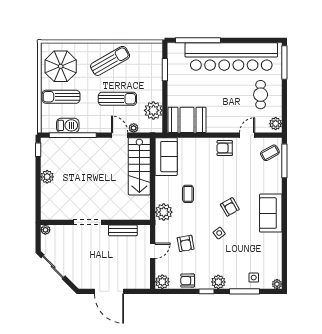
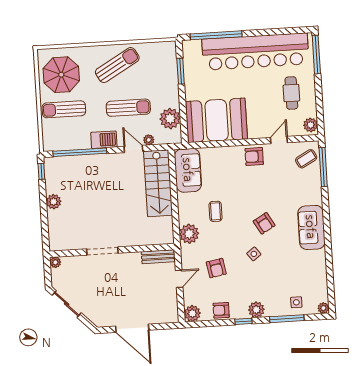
booth: (187, 120) -> (217, 120), width x1.36, depth x1.42
barbecue: (68, 125) -> (104, 140), moved
bench: (123, 230) -> (158, 257), moved

